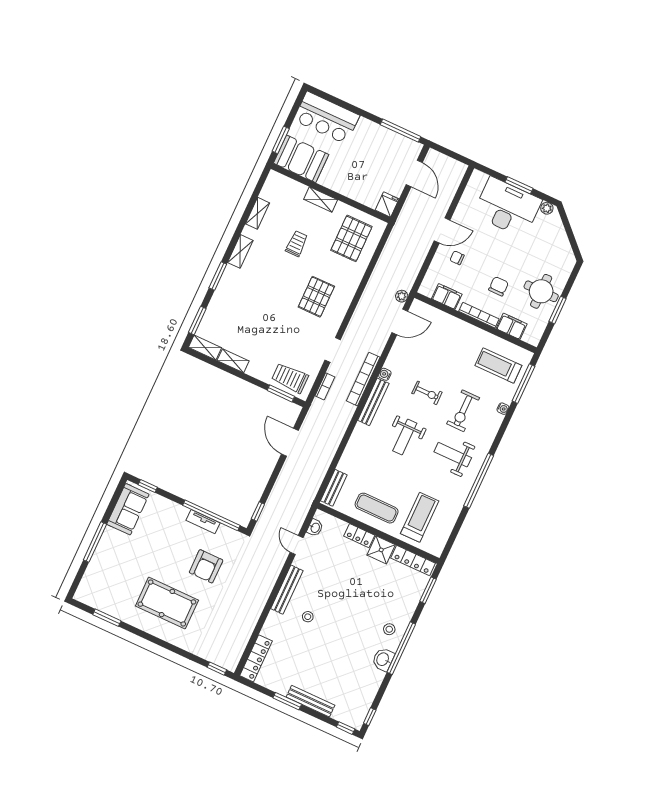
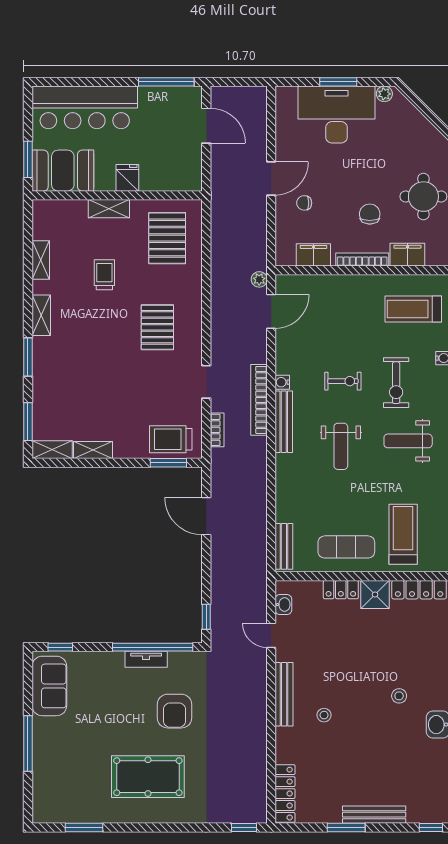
bar counter: (327, 118) -> (85, 107), width x1.36
fridge: (387, 205) -> (127, 178), moved
stool: (389, 629) -> (399, 696), moved

